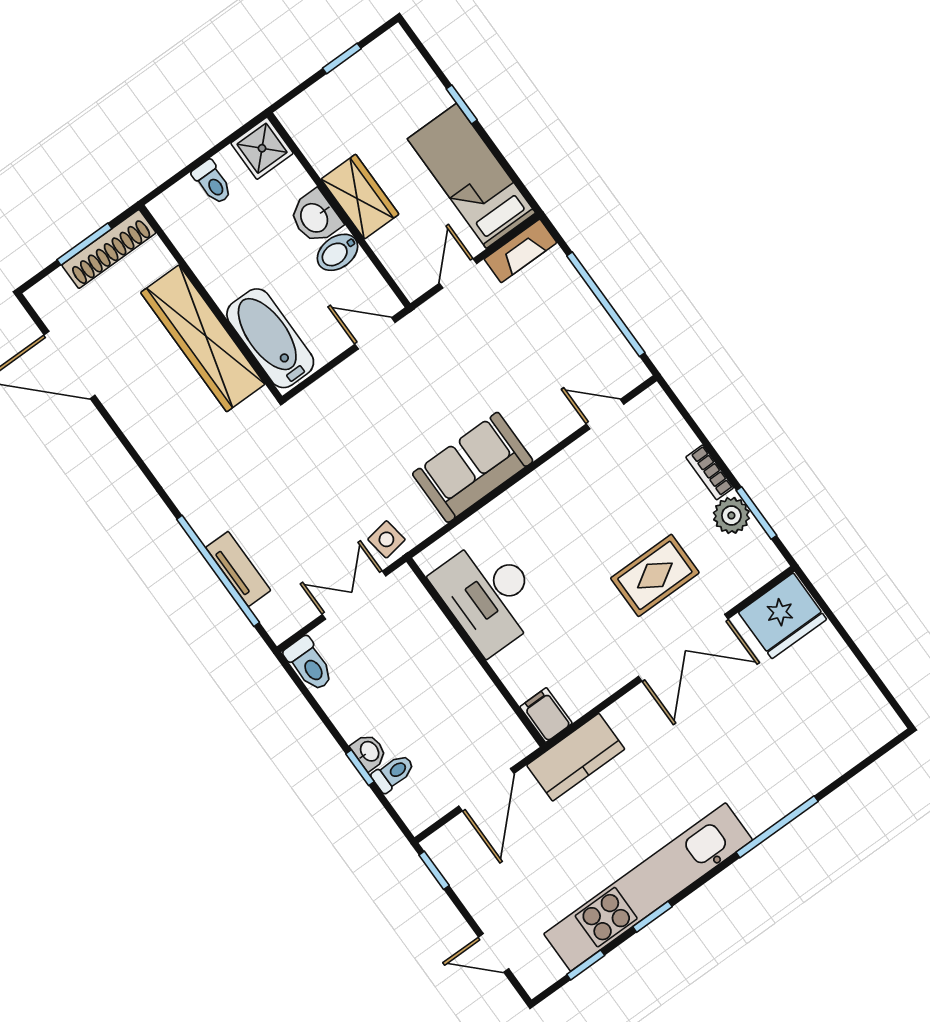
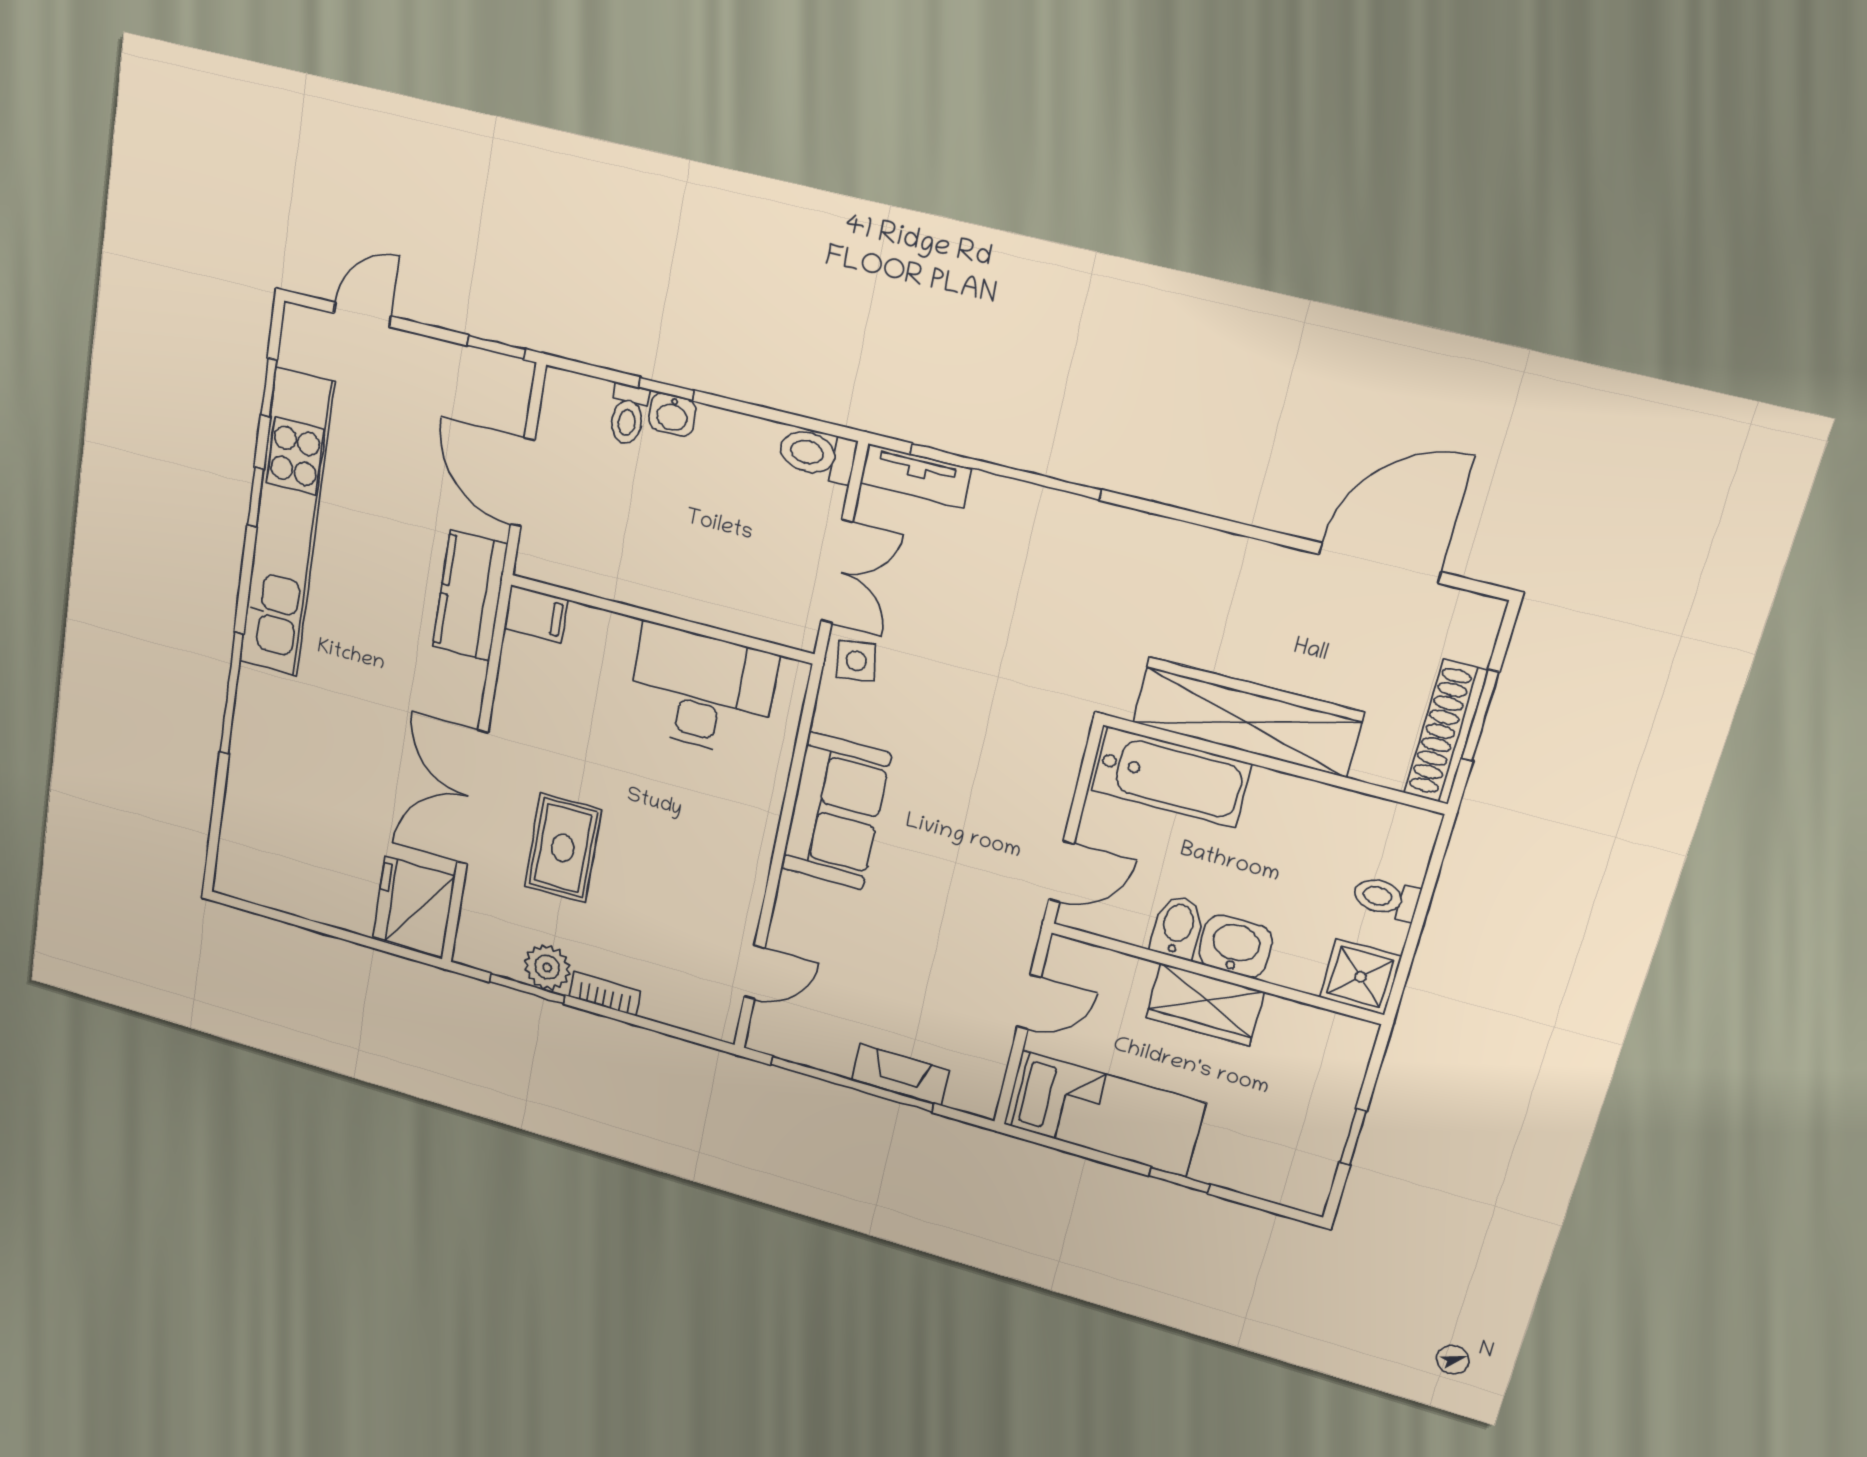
fireplace: (520, 251) -> (900, 1075), moved, turned 90
door: (458, 273) -> (1029, 1002), hinge flipped
tv unit: (238, 569) -> (916, 476), moved

